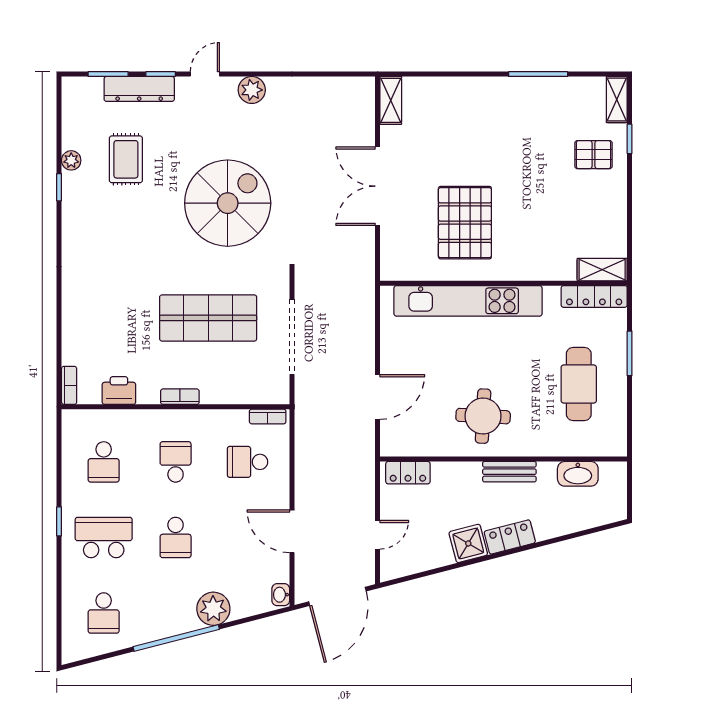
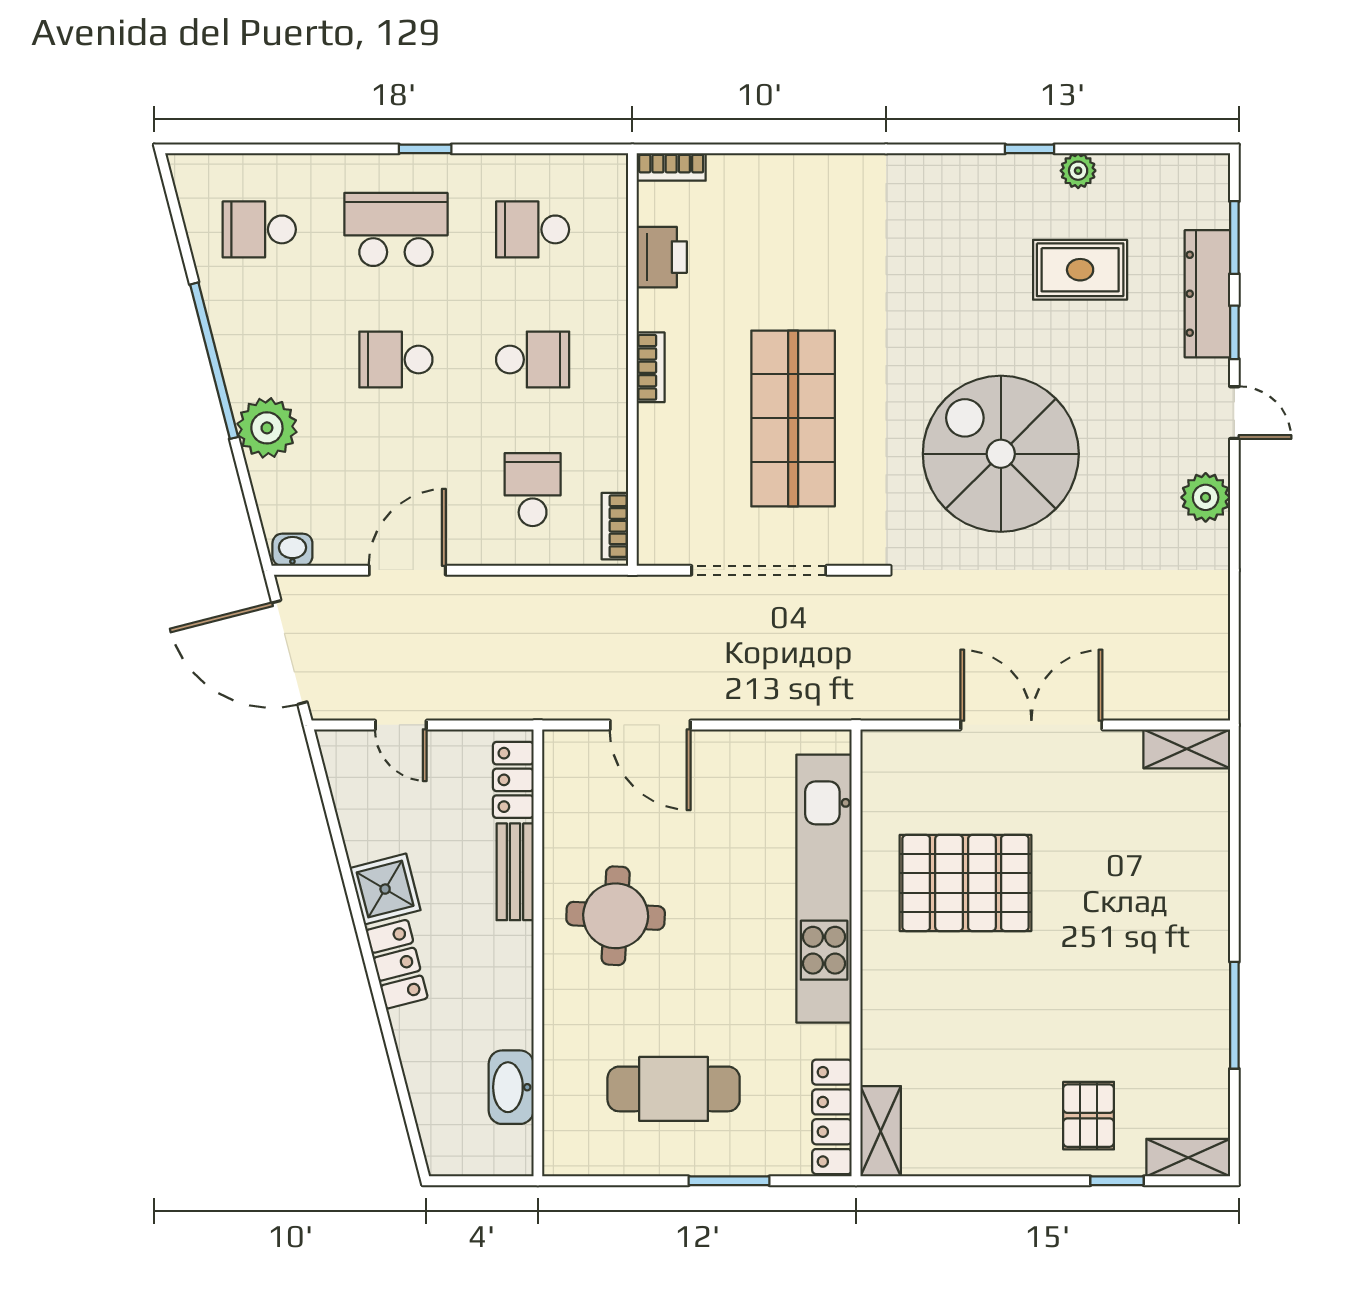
spiral stairs: (228, 203) -> (1001, 454), turned 180
bench: (509, 472) -> (515, 872), moved
school desk: (104, 537) -> (396, 229), turned -90

